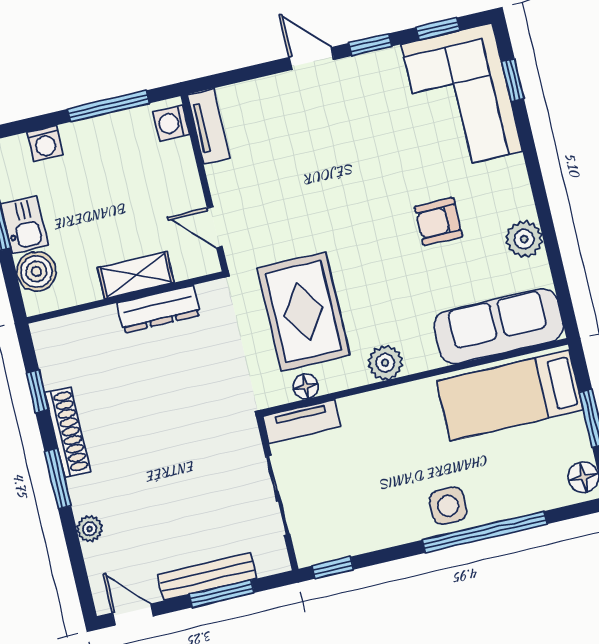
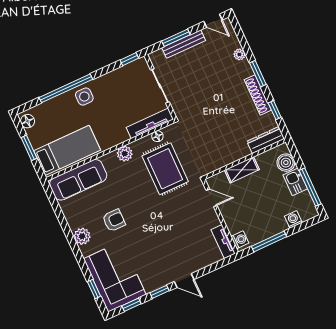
plant: (524, 239) -> (82, 236), moved
dresser: (159, 309) -> (266, 140), moved
tv unit: (302, 421) -> (150, 123), width x1.41

